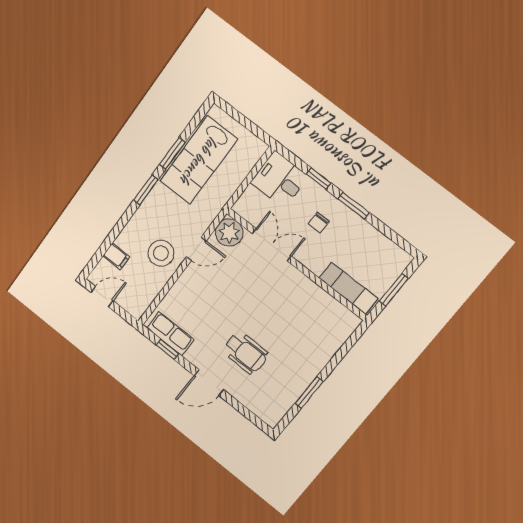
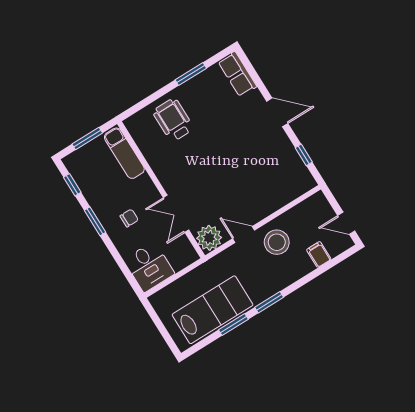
window: (318, 179) -> (72, 185), moved
row of seats: (170, 334) -> (237, 74), moved
wheelchair: (245, 353) -> (173, 120), moved

